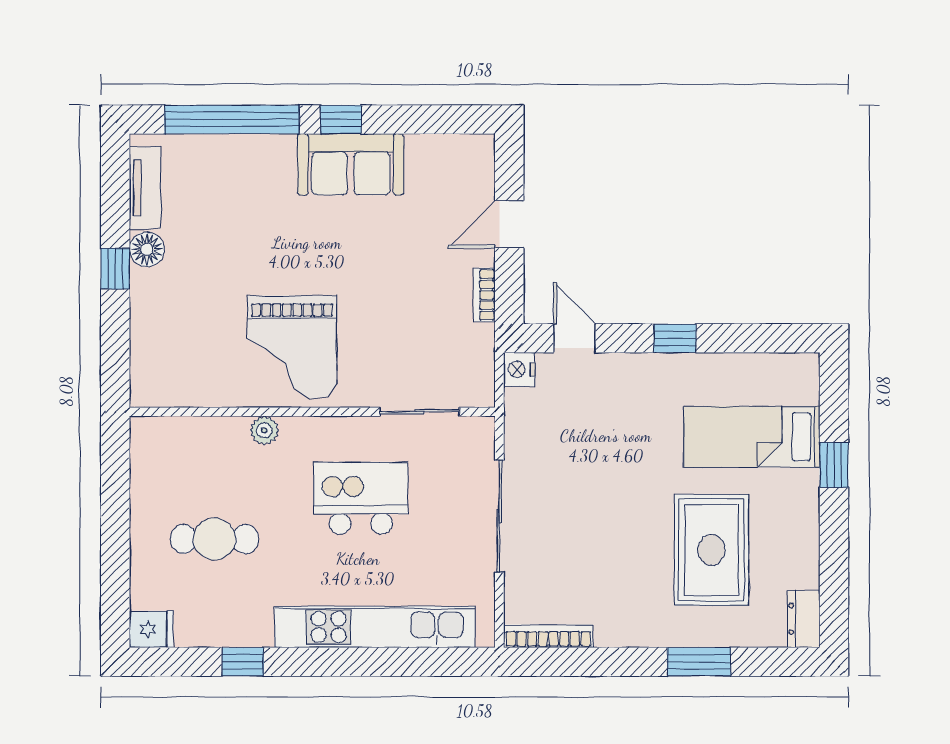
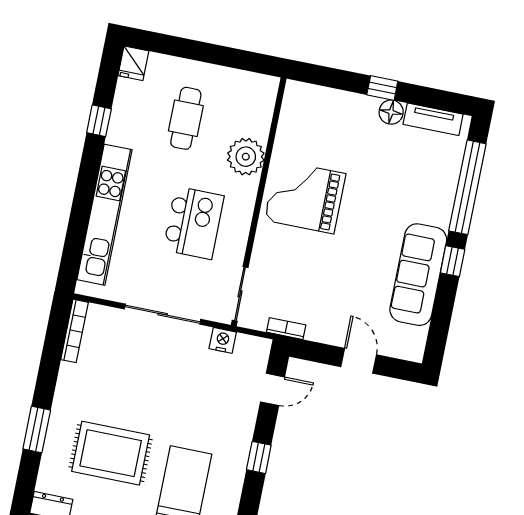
sofa: (351, 164) -> (418, 275), width x1.36
bookcase: (484, 295) -> (286, 329), moved
nightstand: (519, 369) -> (223, 340), moved
sliding door: (420, 412) -> (240, 294), moved
plant: (264, 430) -> (246, 157), width x1.88, depth x1.88

